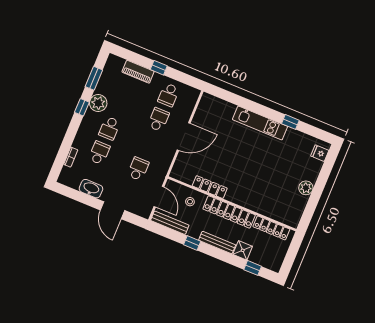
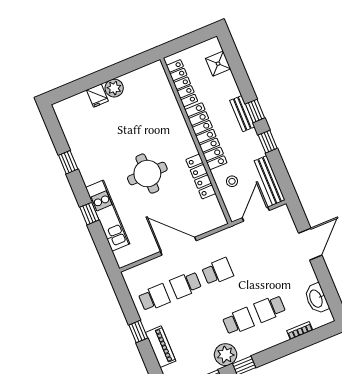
window: (250, 105) -> (89, 214), added
kitchen unit: (260, 123) -> (108, 216), moved
fridge: (320, 153) -> (97, 96), moved
round table: (241, 159) -> (147, 174), added
school desk: (138, 169) -> (217, 272), moved, turned 180
washbasin: (91, 189) -> (316, 298), moved
bench: (217, 243) -> (242, 114), width x0.73
shower: (243, 250) -> (218, 64), moved
window: (253, 268) -> (255, 111), moved

